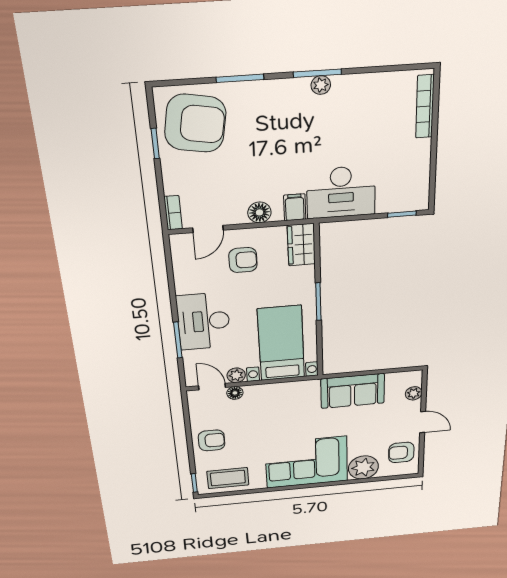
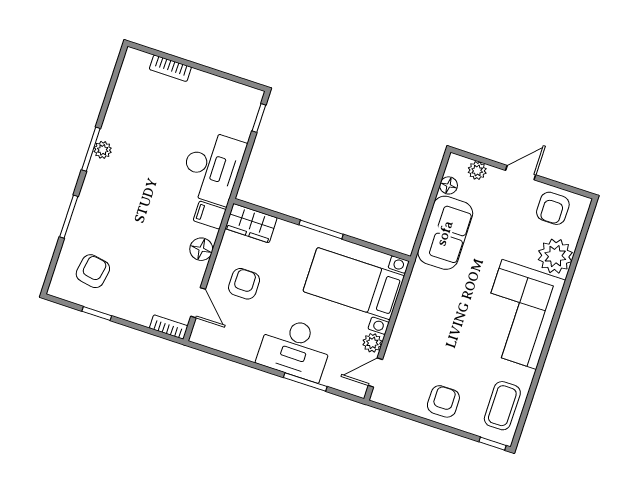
bookcase: (425, 107) -> (170, 68), width x0.64
armchair: (195, 123) -> (93, 271), width x0.53, depth x0.53
floor lamp: (235, 393) -> (449, 185), moved

